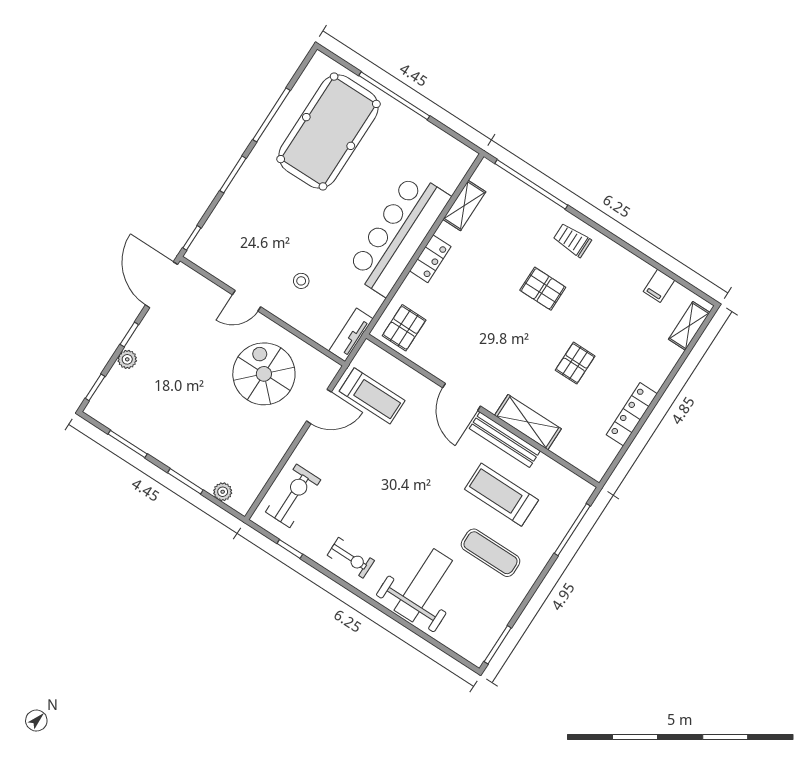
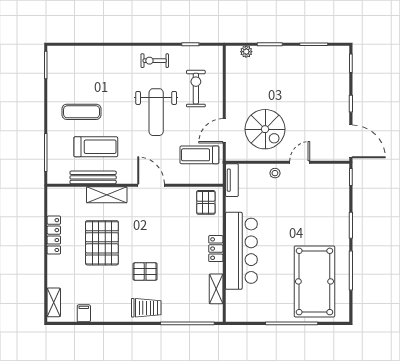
trolley: (572, 240) -> (146, 308), width x1.36, depth x1.39
stool: (301, 281) -> (275, 173), moved
plant: (127, 359) -> (343, 89), removed
pallet: (575, 363) -> (102, 243), width x2.05, depth x2.00
bench: (505, 440) -> (93, 177), moved
exercise bike: (293, 496) -> (196, 89), moved, turned 180
weight bench: (423, 585) -> (156, 112), moved

